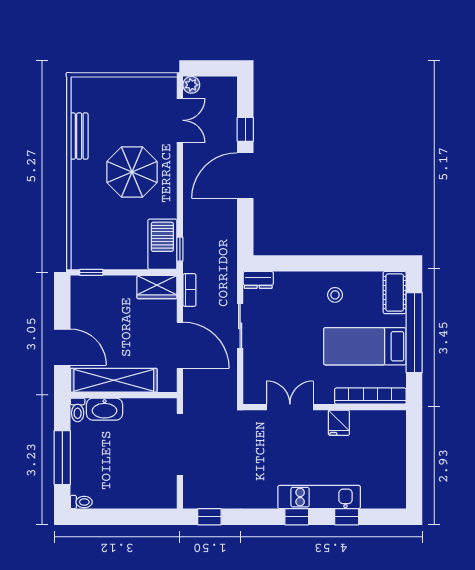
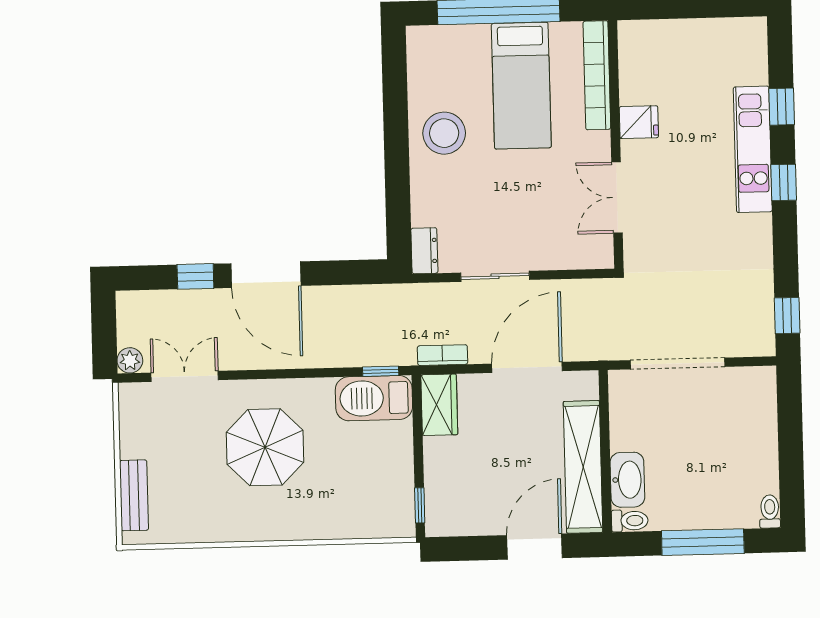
bench: (79, 136) -> (134, 495), moved, turned 90
cot: (395, 293) -> (438, 42), removed
stool: (335, 295) -> (444, 133), width x1.89, depth x1.89

